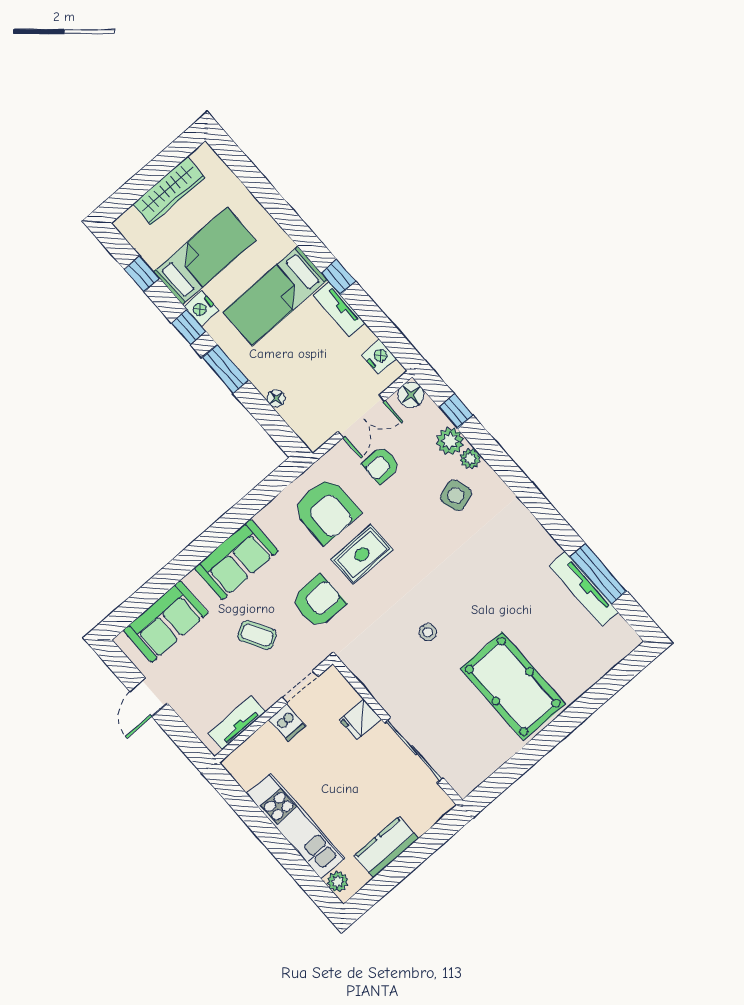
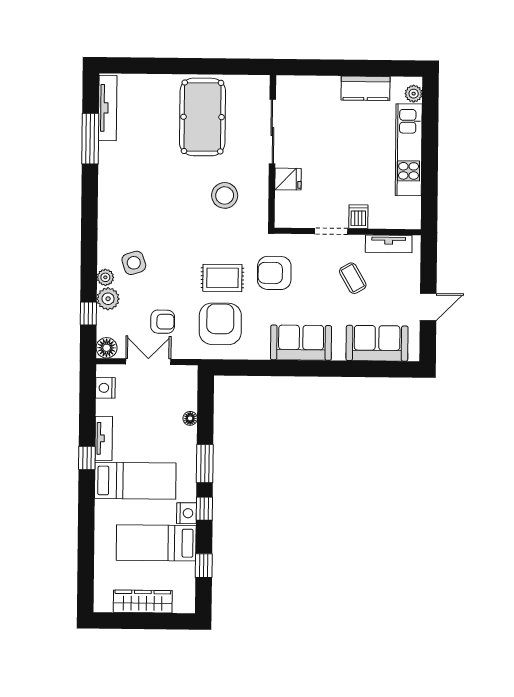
tv unit: (584, 589) -> (108, 108), moved
stool: (428, 632) -> (225, 195), width x1.89, depth x1.89
coffee table: (257, 635) -> (353, 278), moved
fridge: (360, 719) -> (288, 179), moved
wall: (398, 732) -> (272, 151), moved
sliding door: (414, 750) -> (272, 131), moved

